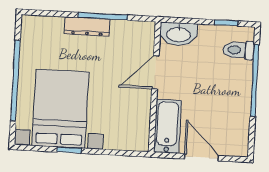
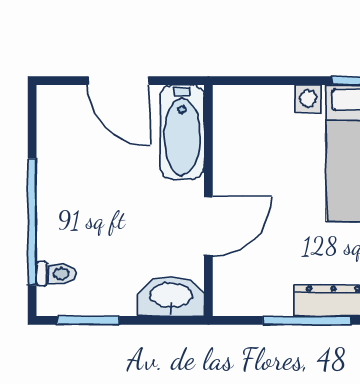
window: (226, 23) -> (88, 320), width x1.50
toilet: (239, 50) -> (56, 274), width x0.73, depth x0.72

